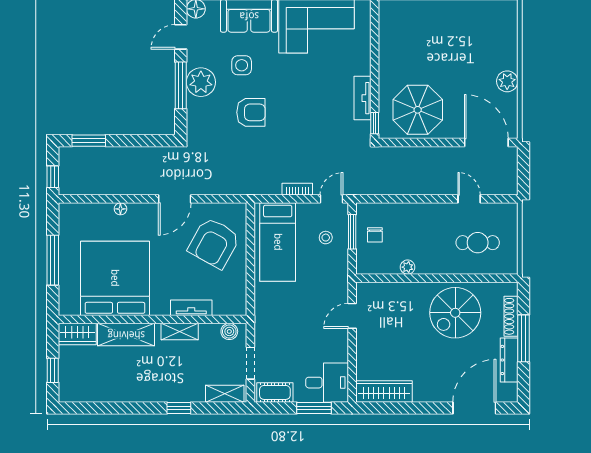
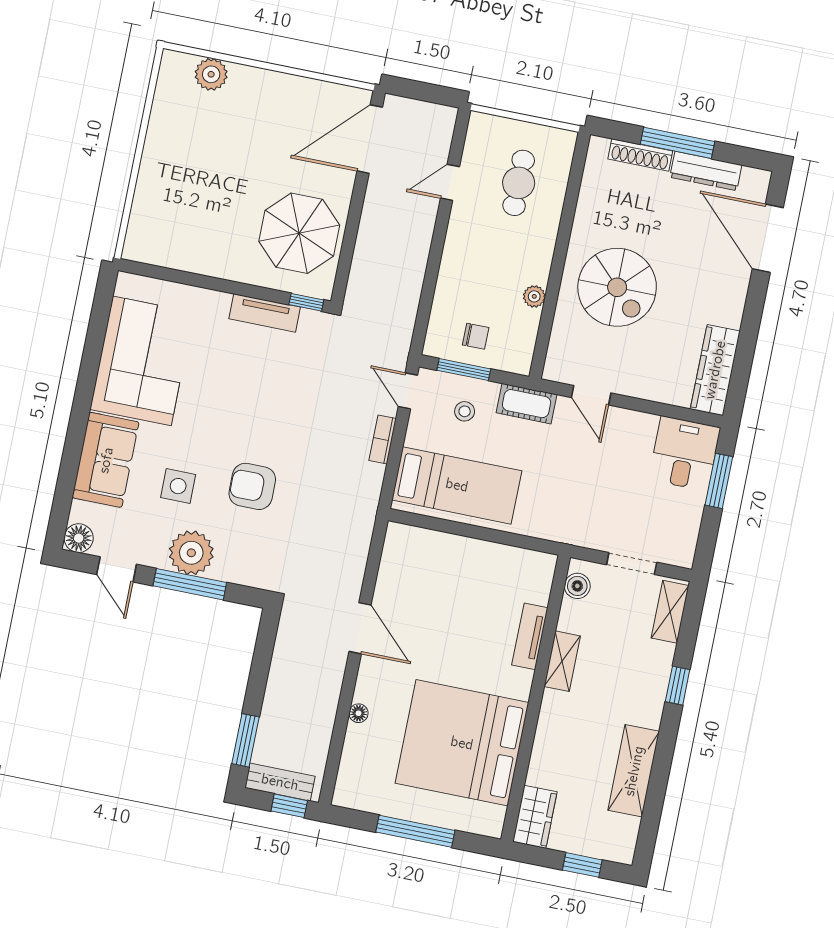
plant: (507, 81) -> (211, 74), moved
armchair: (251, 112) -> (252, 486), turned -90
bench: (67, 168) -> (280, 782), added
armchair: (214, 243) -> (439, 582), removed
spiral stairs: (455, 313) -> (617, 287), moved
shelving: (126, 335) -> (634, 771), moved
cot: (275, 392) -> (527, 404), moved, turned 90

